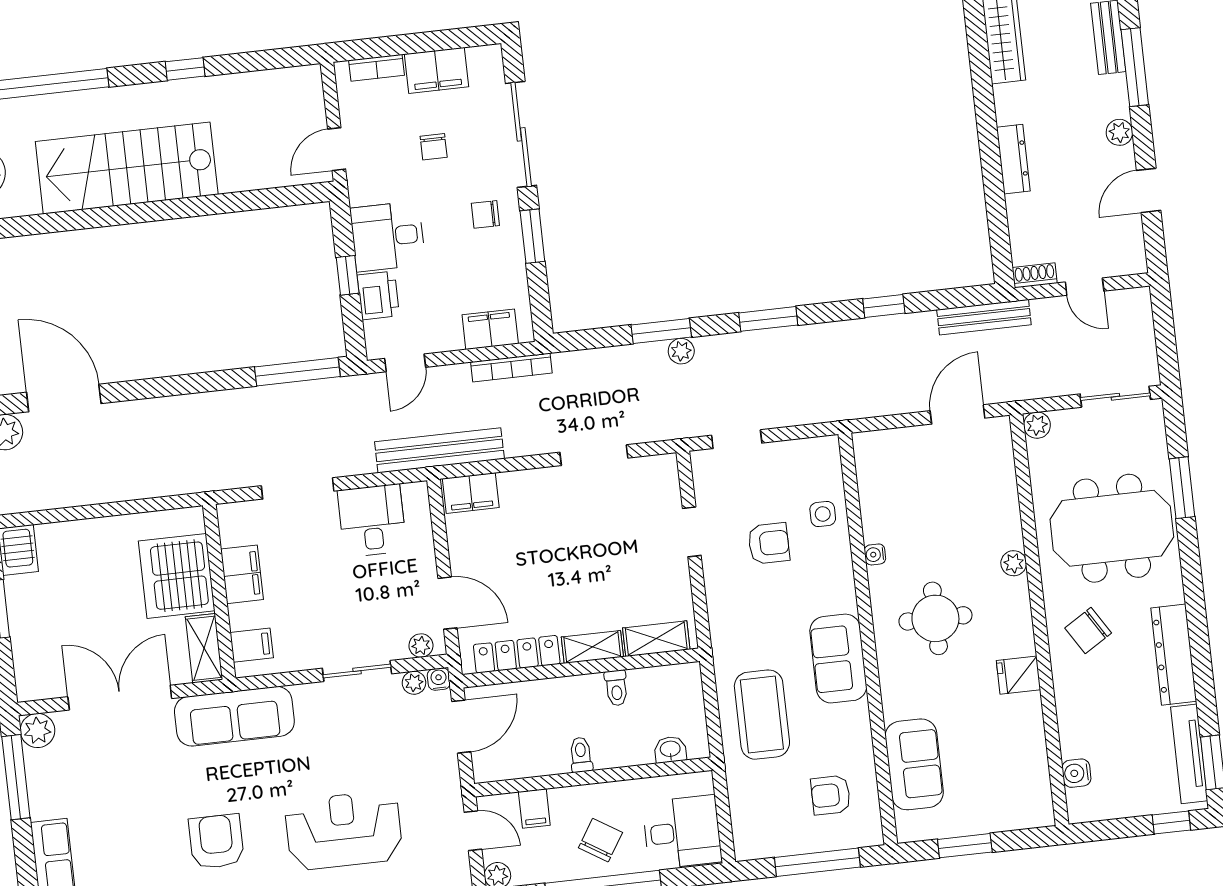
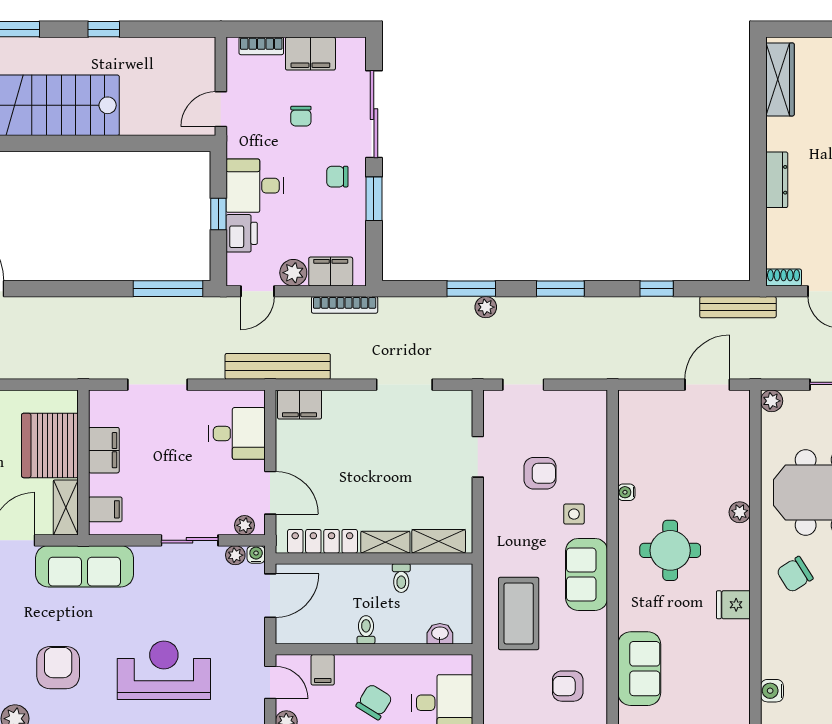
plant: (446, 336) -> (293, 273), added
side table: (823, 514) -> (574, 514), moved
desk: (372, 520) -> (237, 433), moved, turned 90

